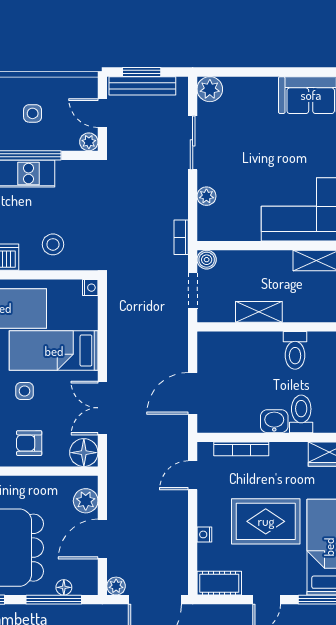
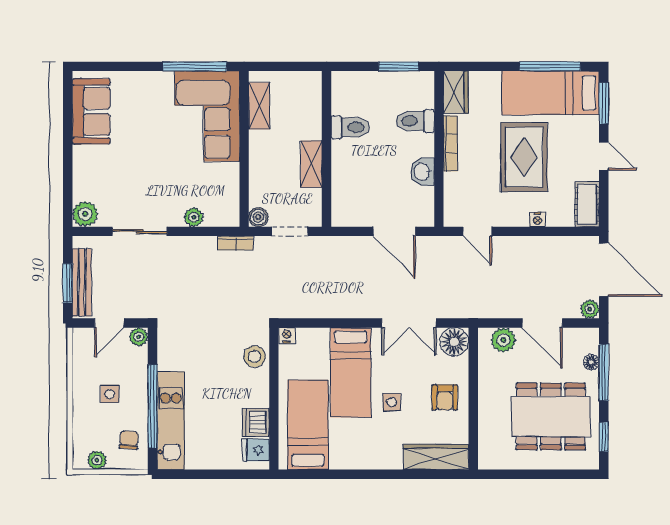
stool: (53, 244) -> (255, 356), moved
washbasin: (274, 421) -> (422, 172), moved
bookcase: (241, 449) -> (451, 143), moved

